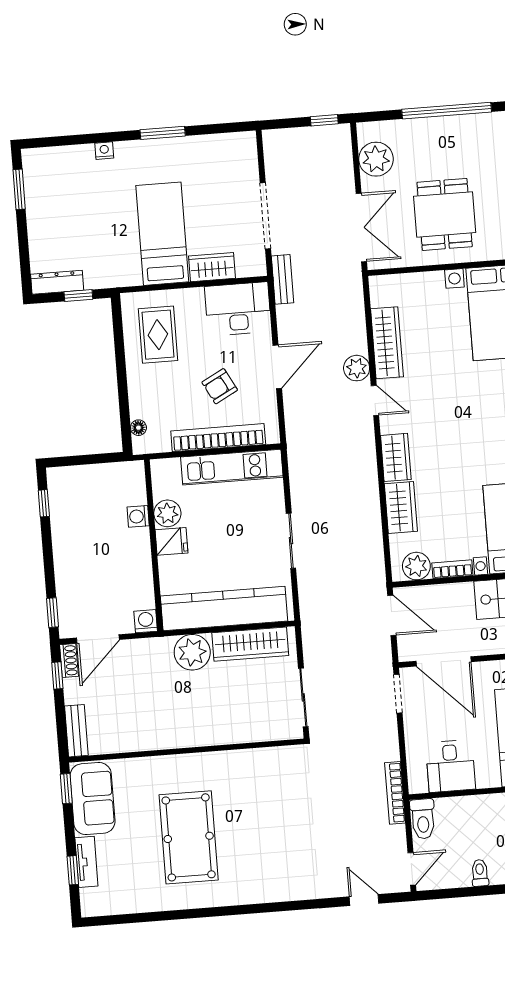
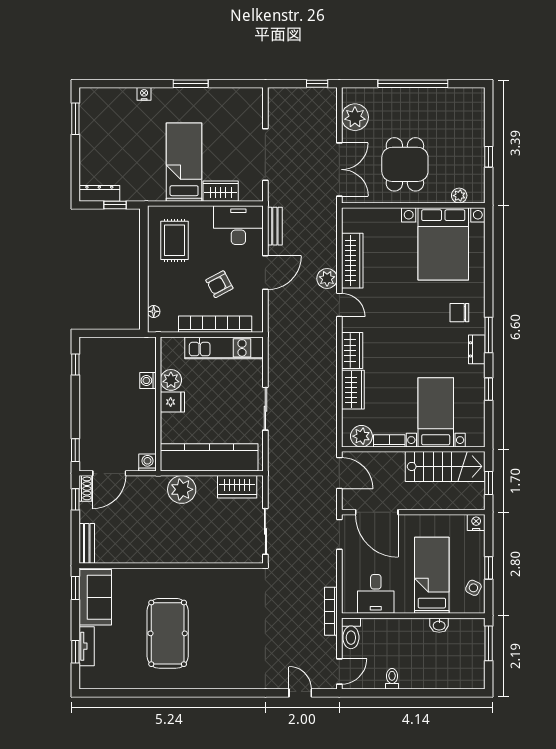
bench: (283, 279) -> (275, 226), moved
wardrobe: (250, 644) -> (237, 487), width x0.67

